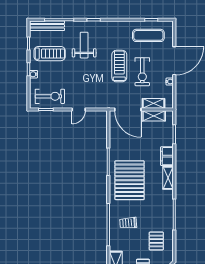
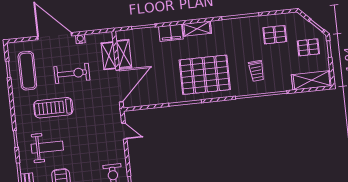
weight bench: (84, 45) -> (47, 147), turned 180
treadmill: (119, 66) -> (53, 108), moved
door: (79, 109) -> (124, 131), moved

